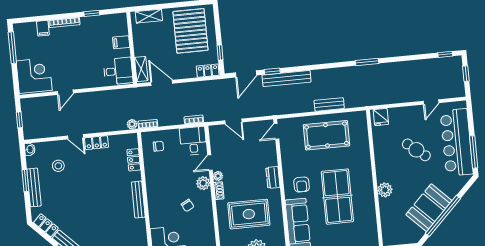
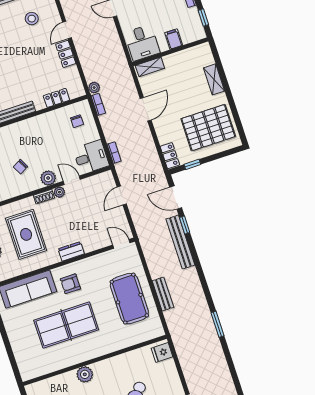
filing cabinet: (121, 42) -> (174, 39), moved
wall: (132, 48) -> (170, 52), moved
shelving: (141, 69) -> (150, 67), moved
desk: (118, 71) -> (142, 43), moved

